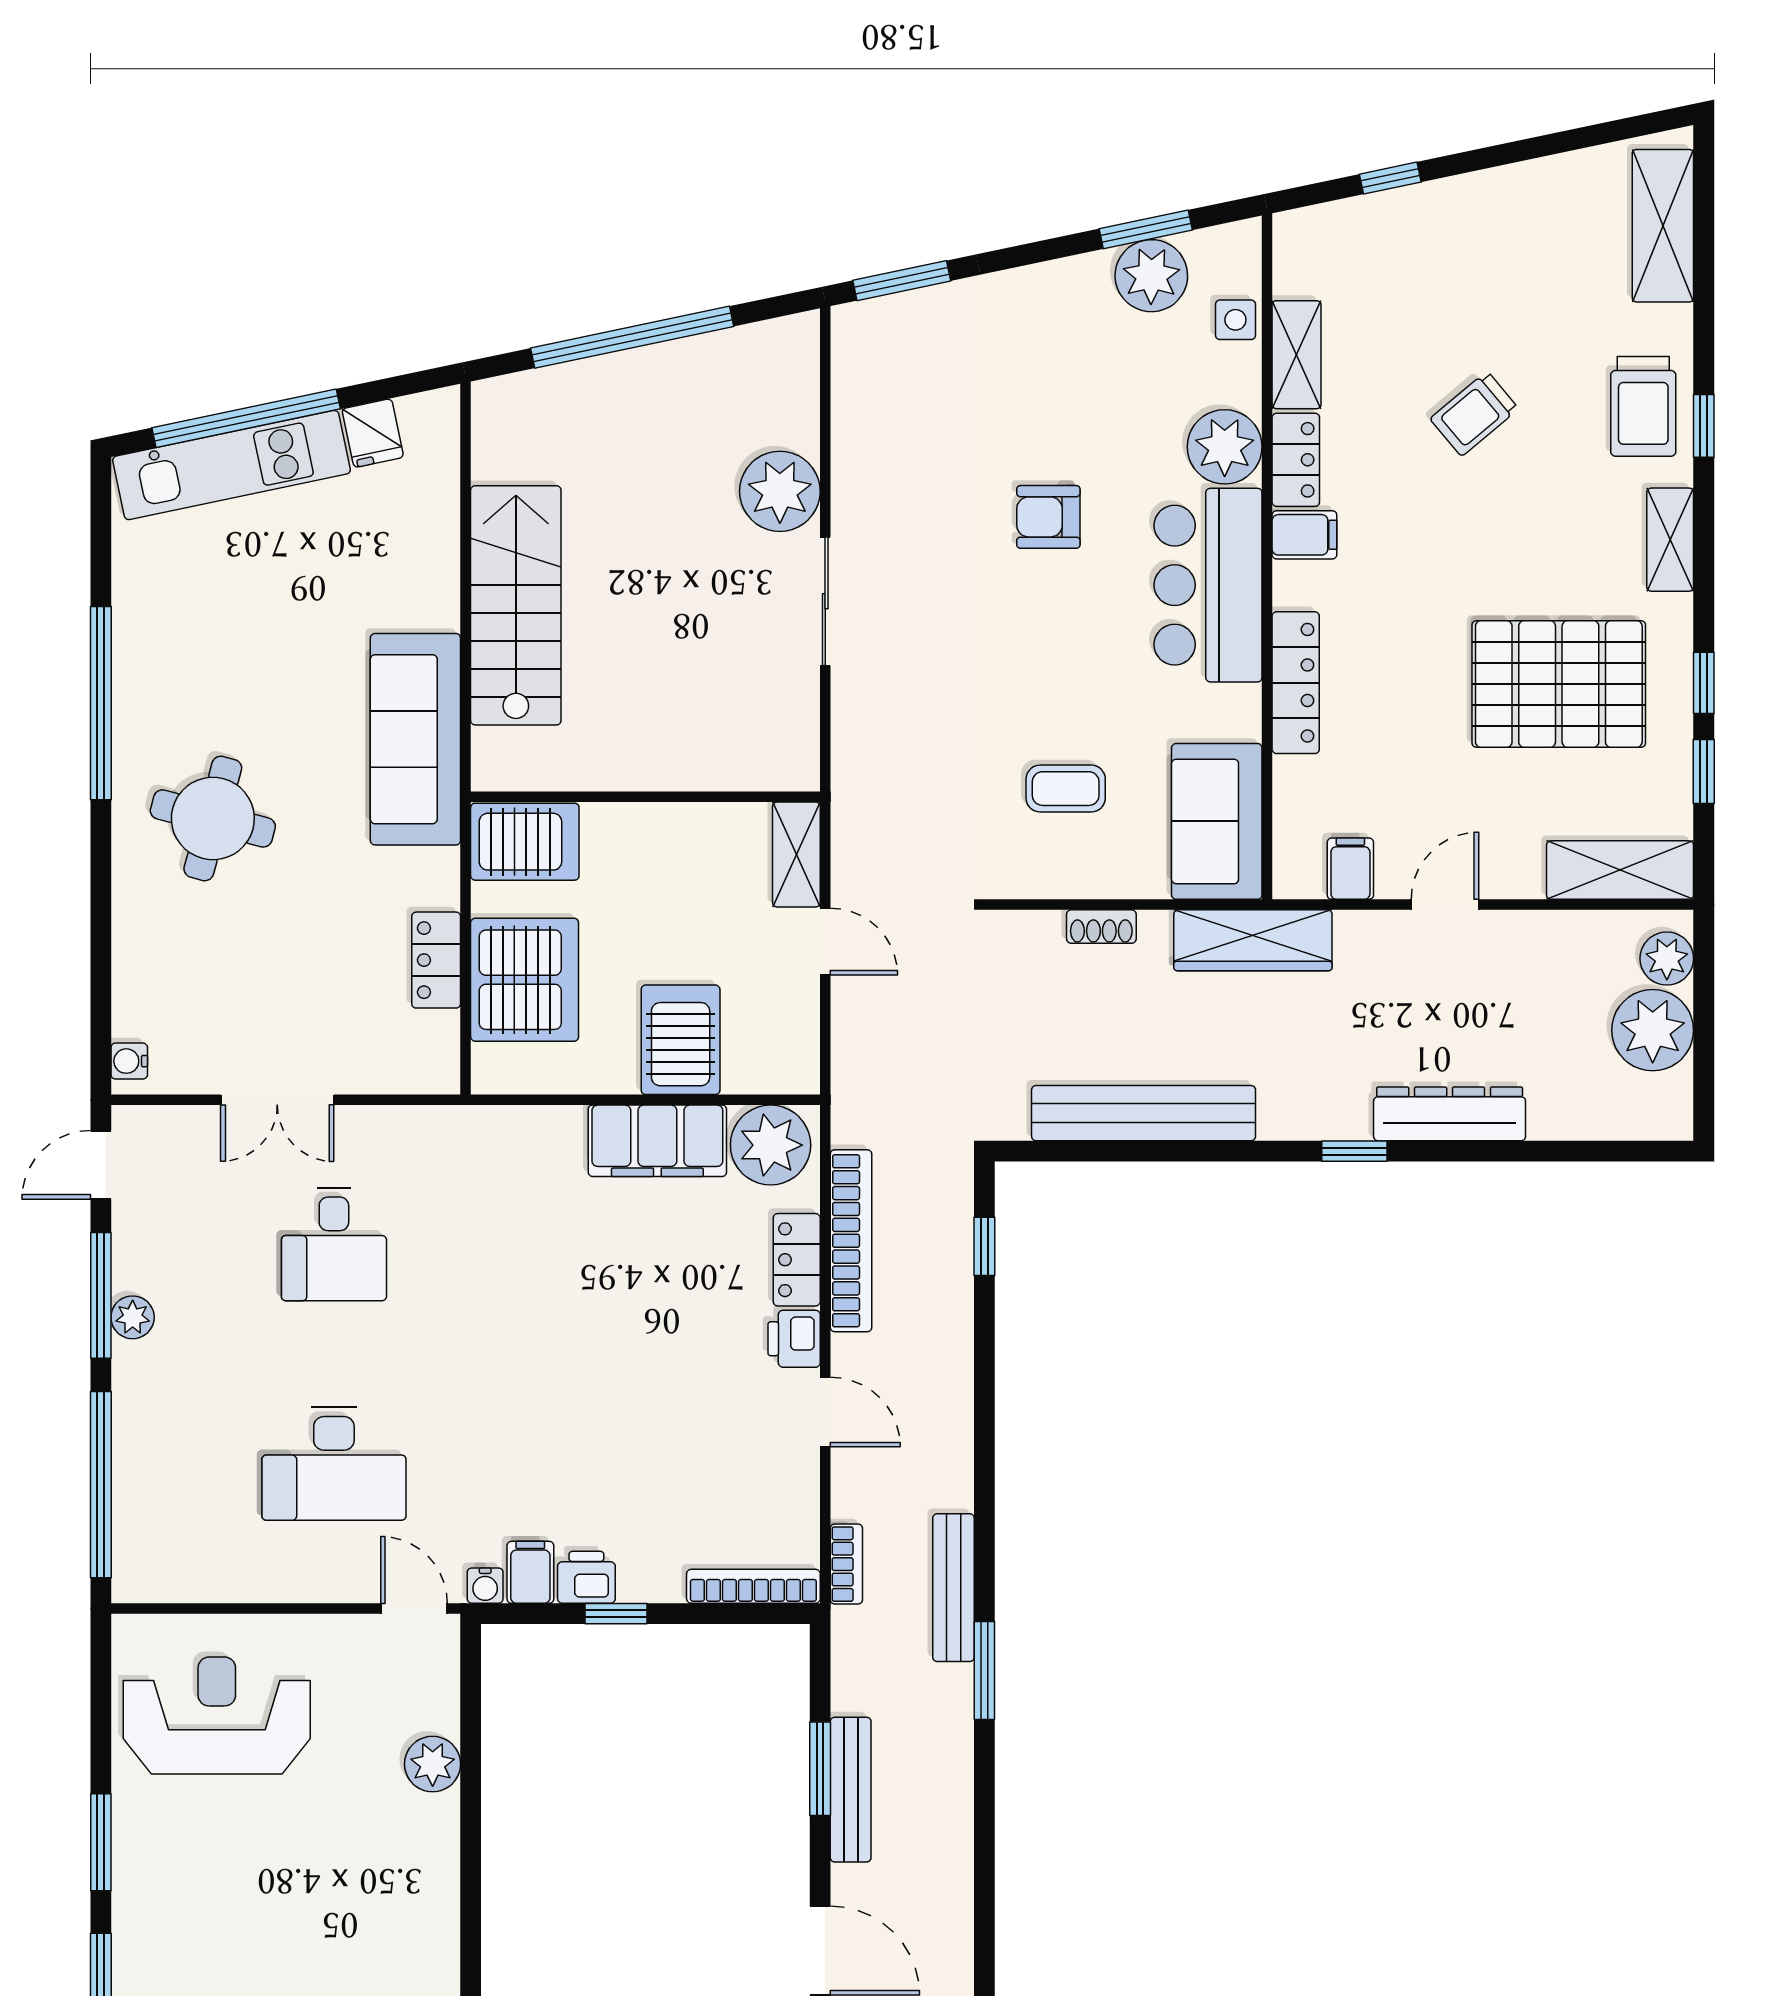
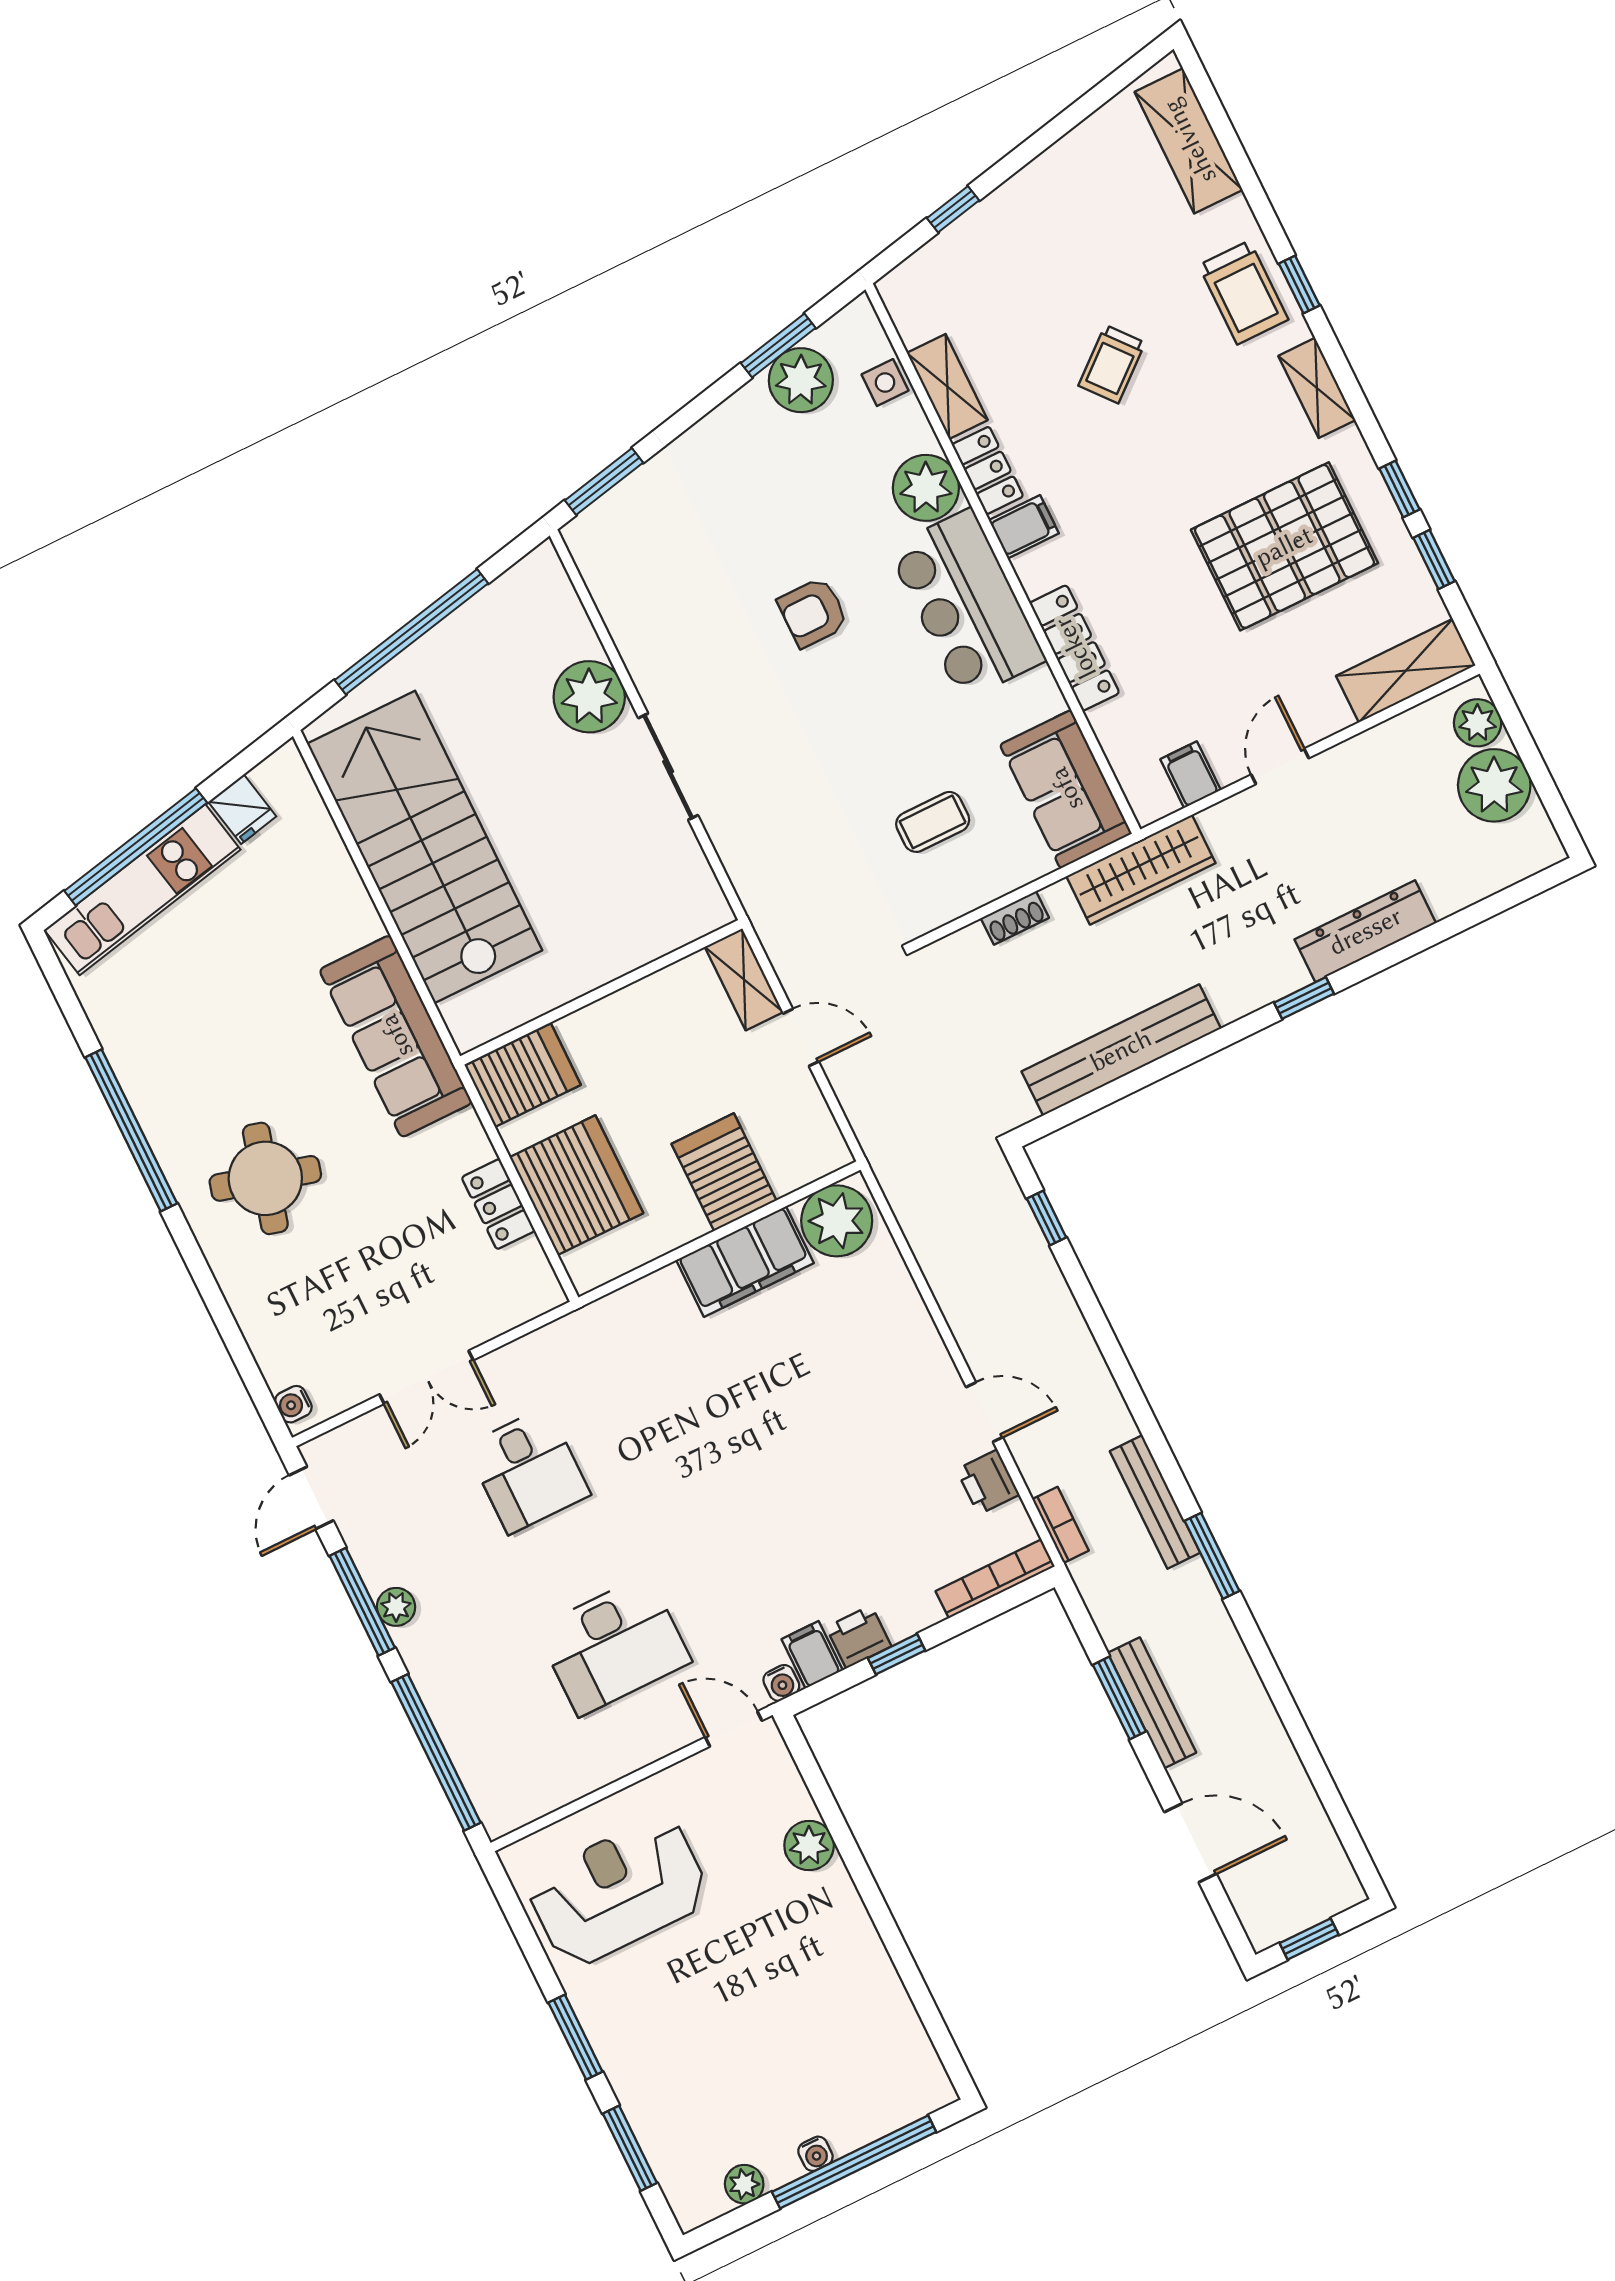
stairs: (516, 605) -> (425, 847), width x1.36, depth x1.51
bookcase: (851, 1241) -> (938, 1266), removed
locker: (797, 1260) -> (902, 1302), removed
printer: (794, 1339) -> (988, 1482), moved

